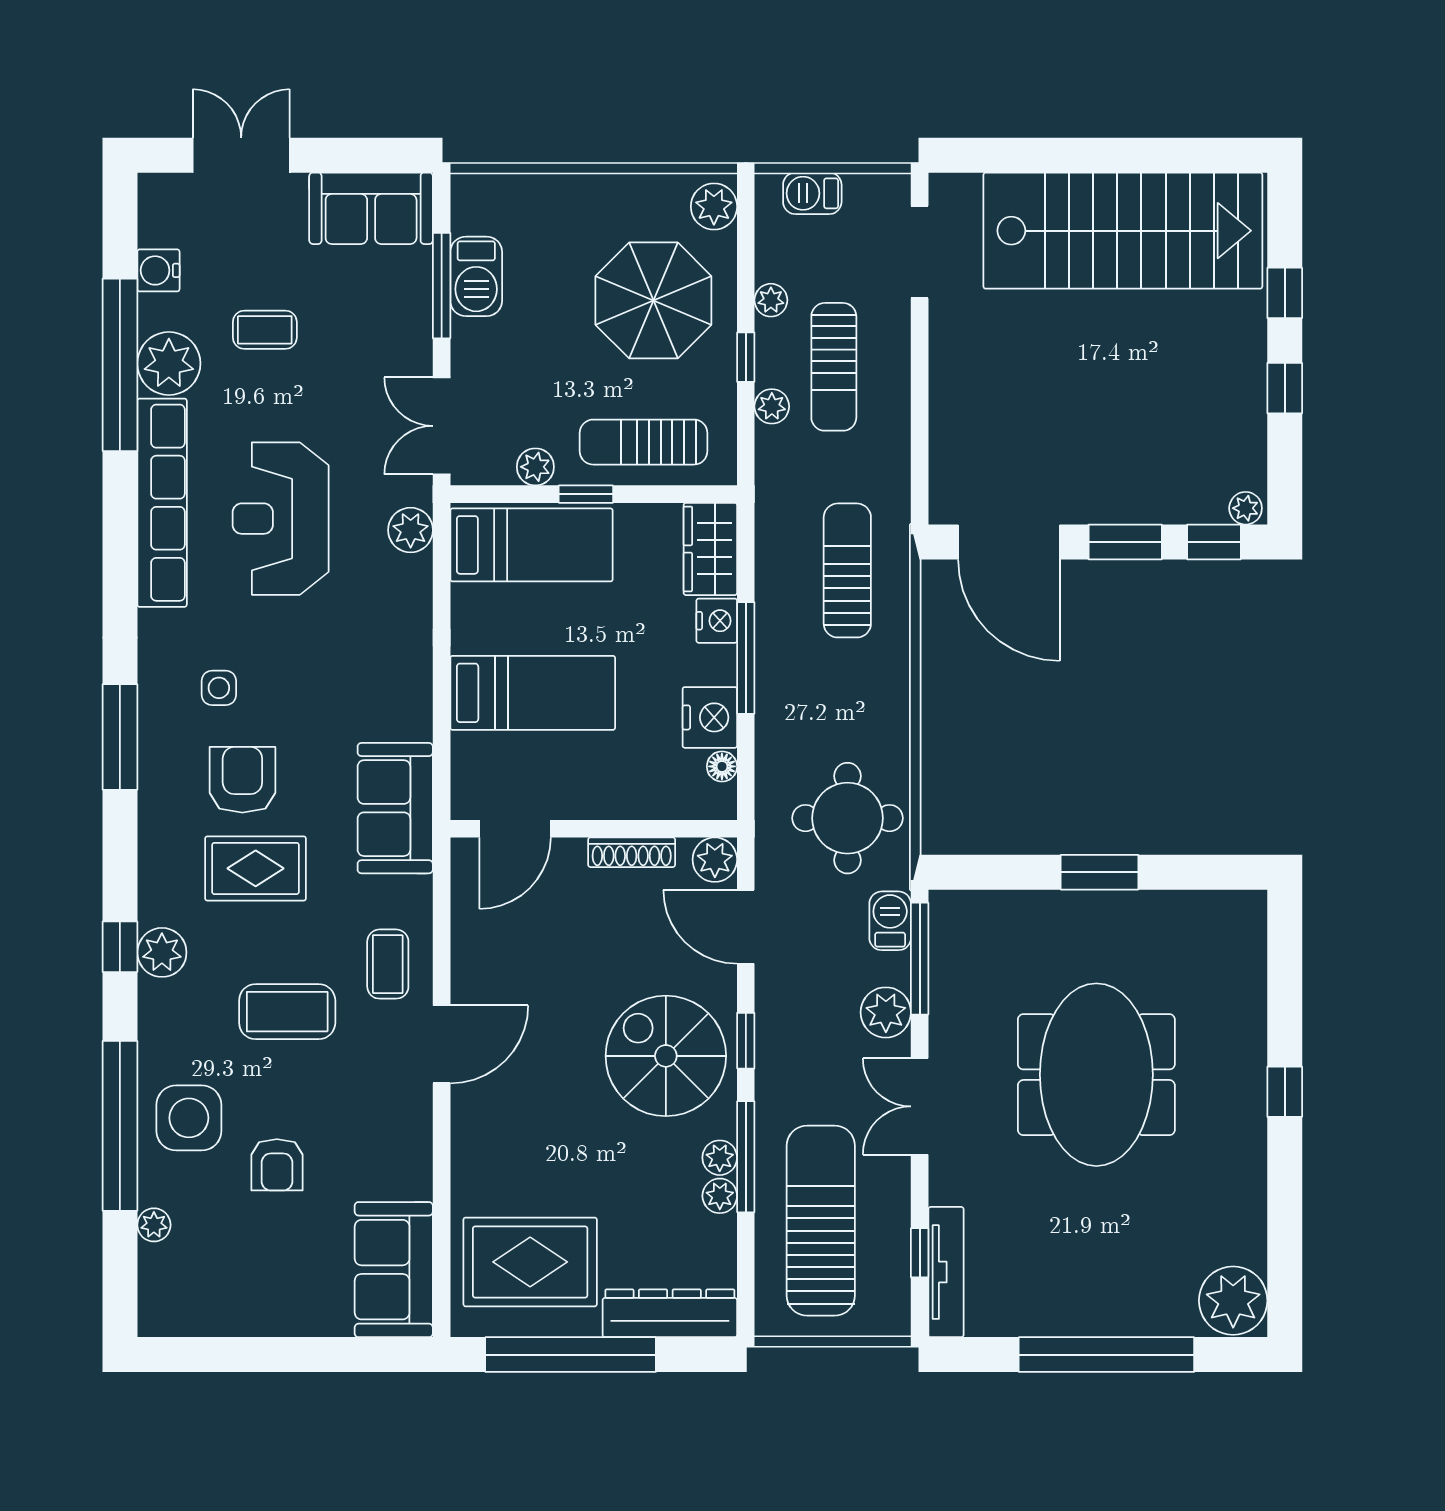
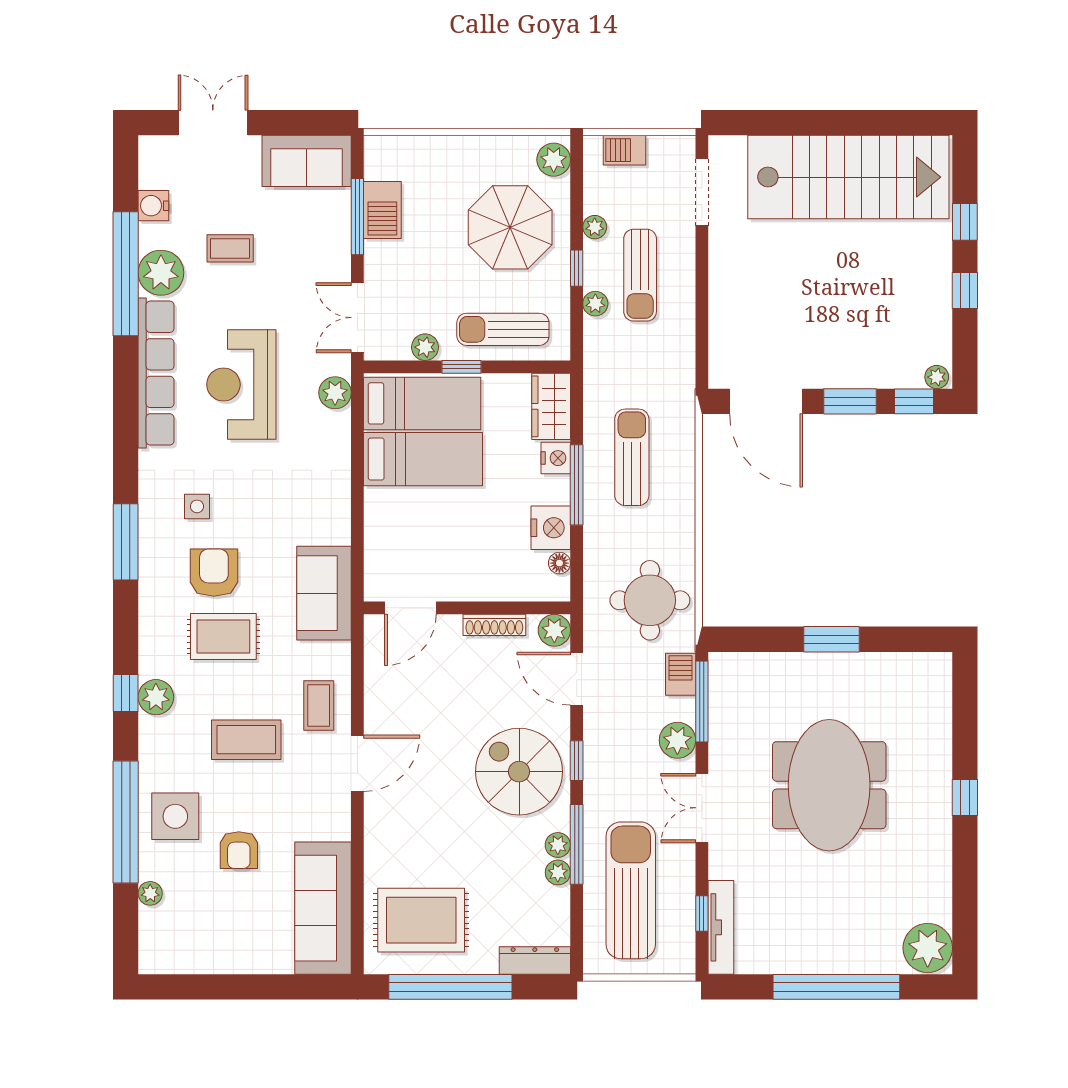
sun lounger: (847, 570) -> (632, 457), moved
bed: (533, 693) -> (423, 459), moved
sofa: (394, 1270) -> (323, 908), width x1.36
dresser: (670, 1313) -> (535, 960), width x0.73, depth x0.80

